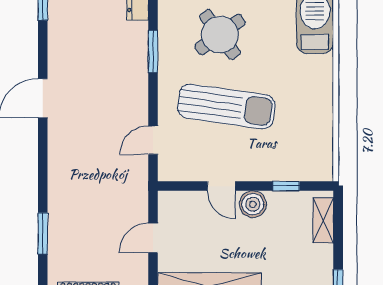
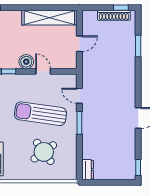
window: (153, 51) -> (79, 123), moved
door: (153, 140) -> (79, 96), swing flipped

